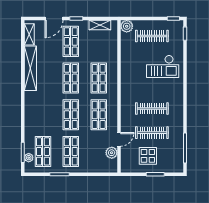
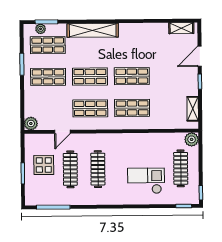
door: (54, 19) -> (200, 56), hinge flipped
shop shelf: (71, 41) -> (174, 76), removed
checkout: (163, 66) -> (146, 181), turned 90
shelving: (30, 68) -> (93, 30), moved
door: (119, 139) -> (62, 132), hinge flipped
plant: (112, 153) -> (31, 123), moved

